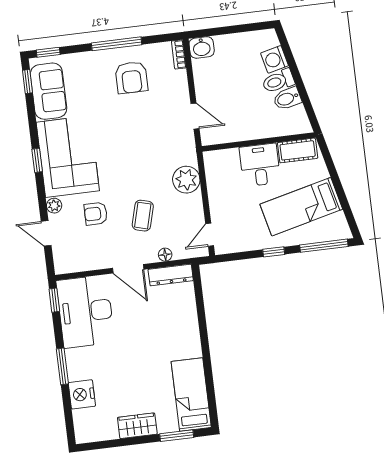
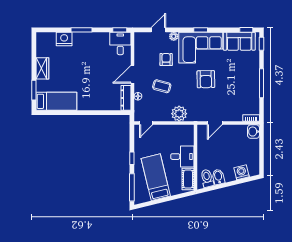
armchair: (131, 78) -> (206, 79), moved, turned -91
toilet: (278, 81) -> (207, 178), moved
door: (210, 235) -> (146, 123), swing flipped
desk: (85, 311) -> (120, 43), width x0.53, depth x0.77

